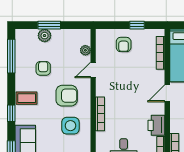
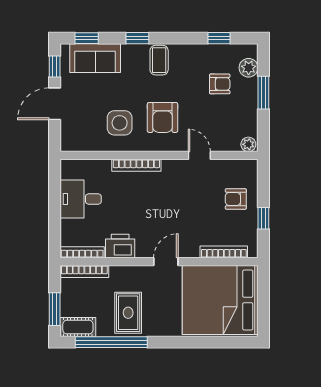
plant: (45, 36) -> (249, 68), moved
plant: (85, 50) -> (248, 144), moved
window: (11, 56) -> (219, 38), width x0.46
armchair: (43, 68) -> (220, 84), moved
door: (167, 93) -> (166, 262), hinge flipped

